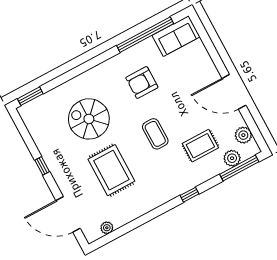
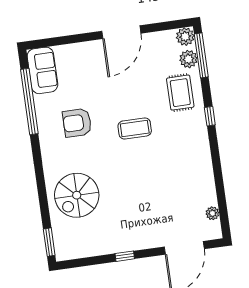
armchair: (142, 83) -> (77, 123), turned 90
spiral stairs: (89, 119) -> (77, 195), moved
plant: (243, 135) -> (185, 37), moved
rug: (200, 146) -> (180, 93), moved
rug: (111, 170) -> (155, 187), removed

